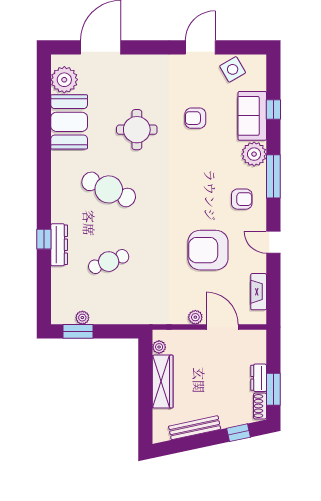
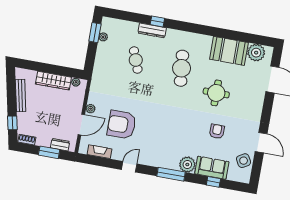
cafe table: (109, 189) -> (182, 68), turned -30
armchair: (242, 199) -> (160, 152), removed
armchair: (208, 250) -> (122, 125), moved, turned -90
dresser: (259, 378) -> (60, 145), moved
window: (273, 389) -> (49, 152), moved

